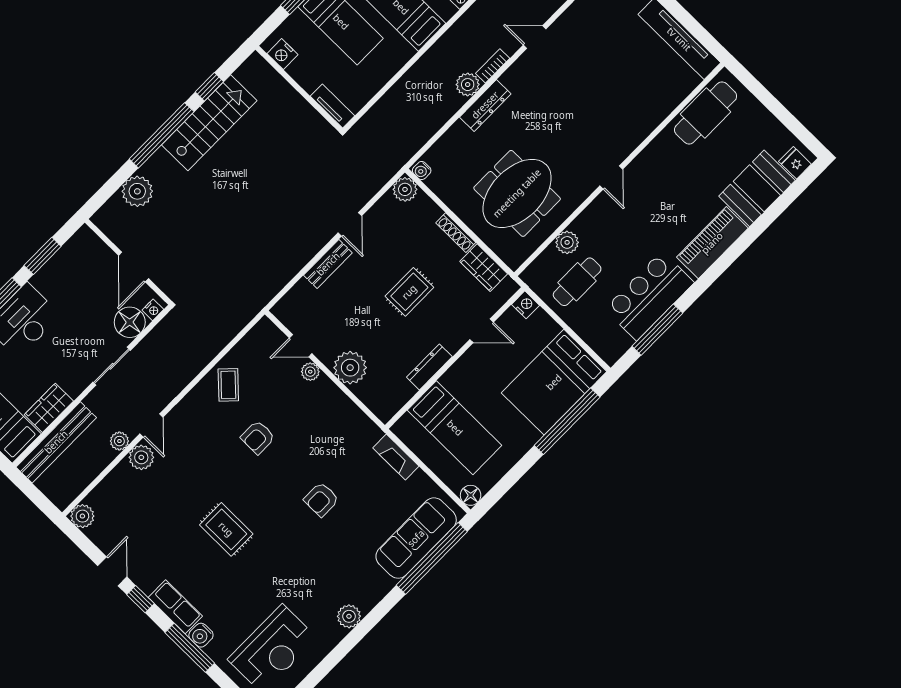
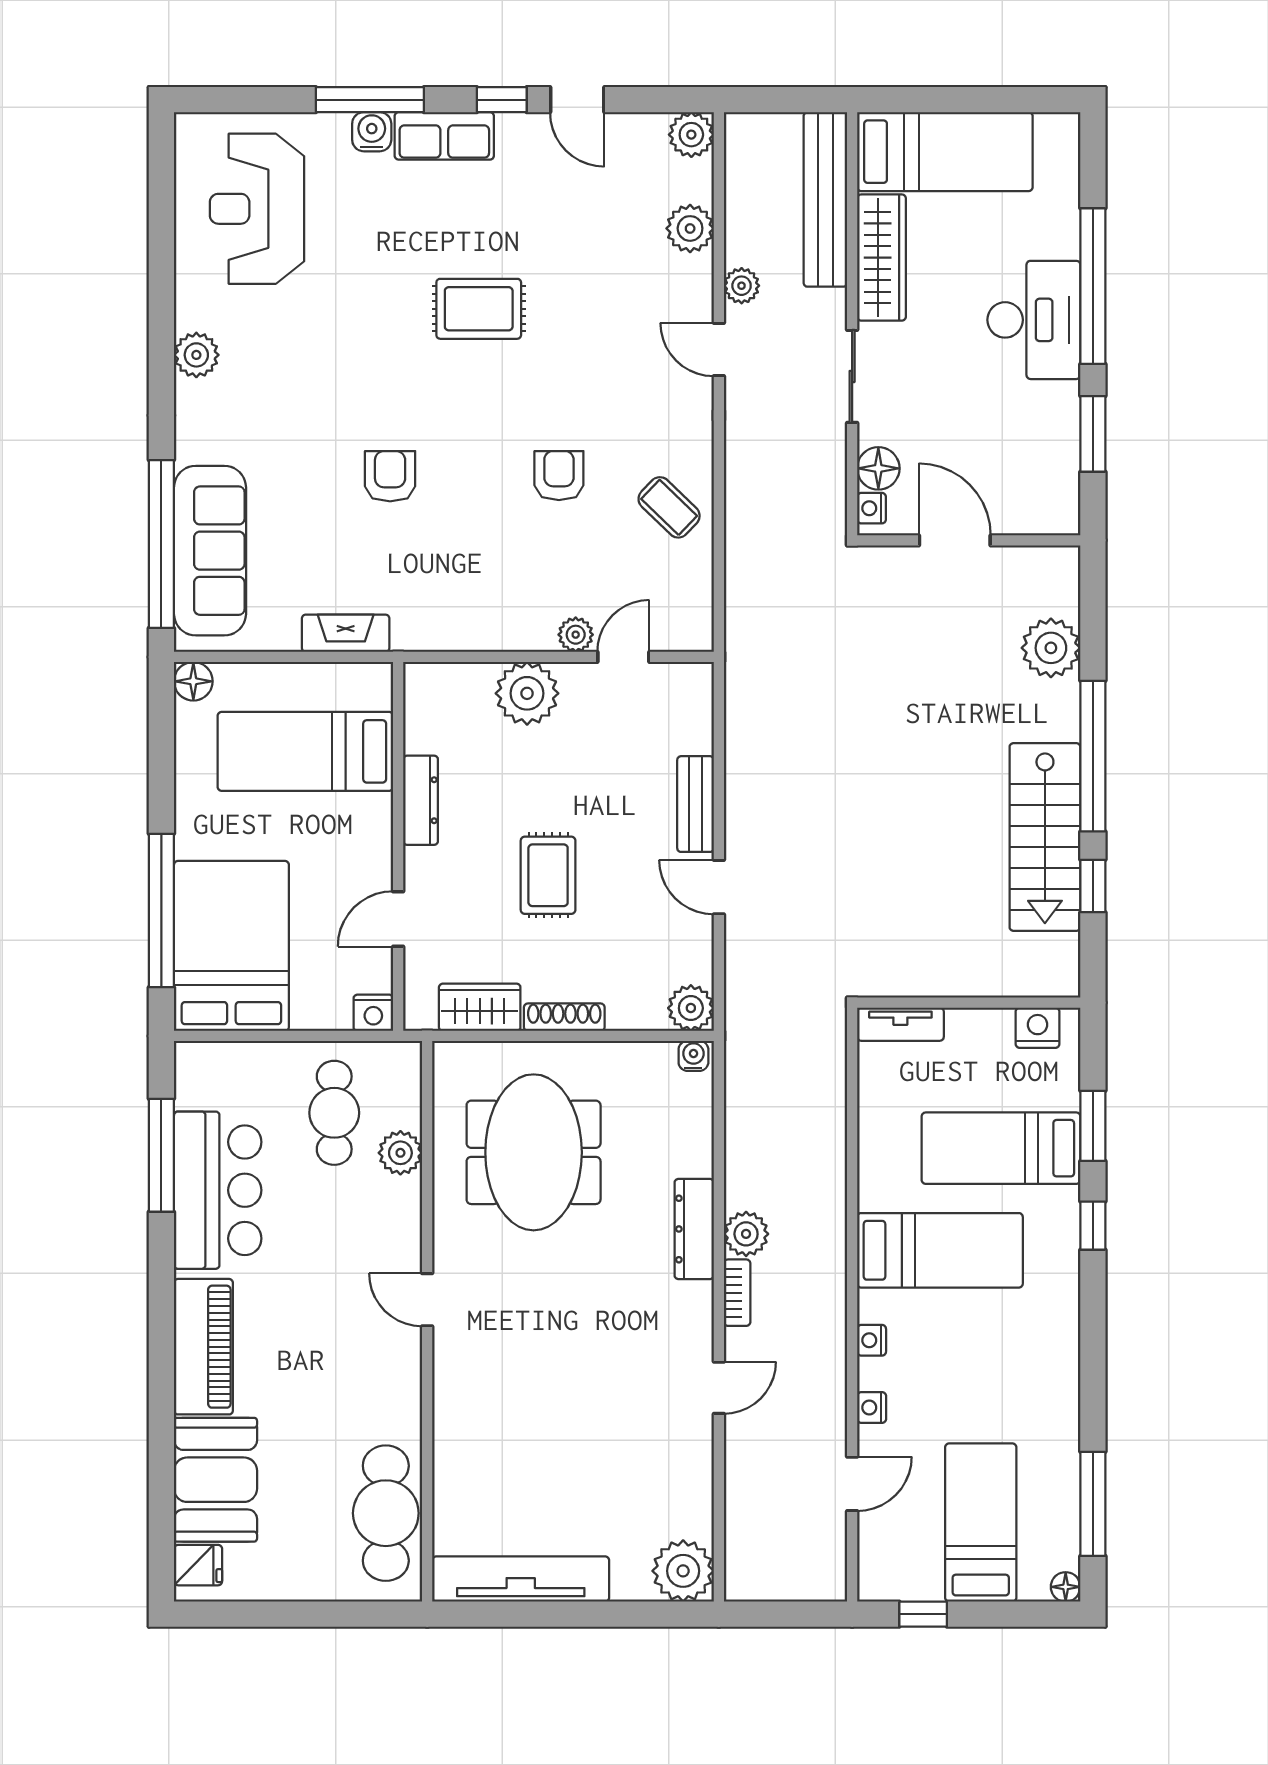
floor lamp: (130, 322) -> (878, 468), width x0.73, depth x0.73
wardrobe: (49, 408) -> (881, 258), width x1.50
plant: (141, 457) -> (690, 228), moved

